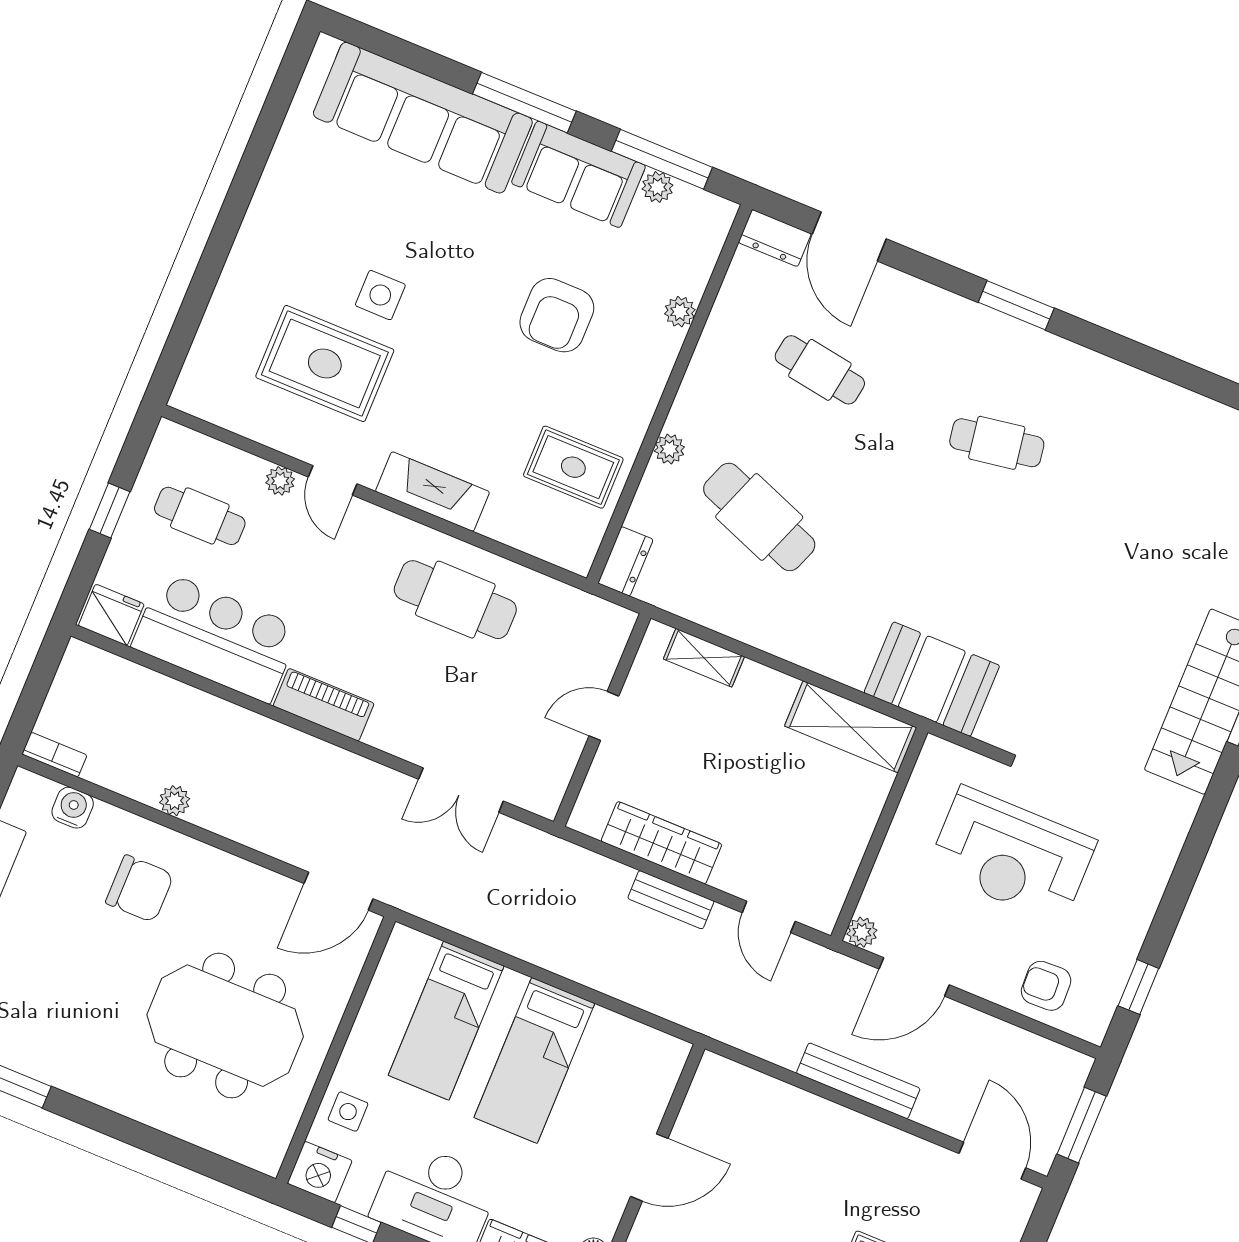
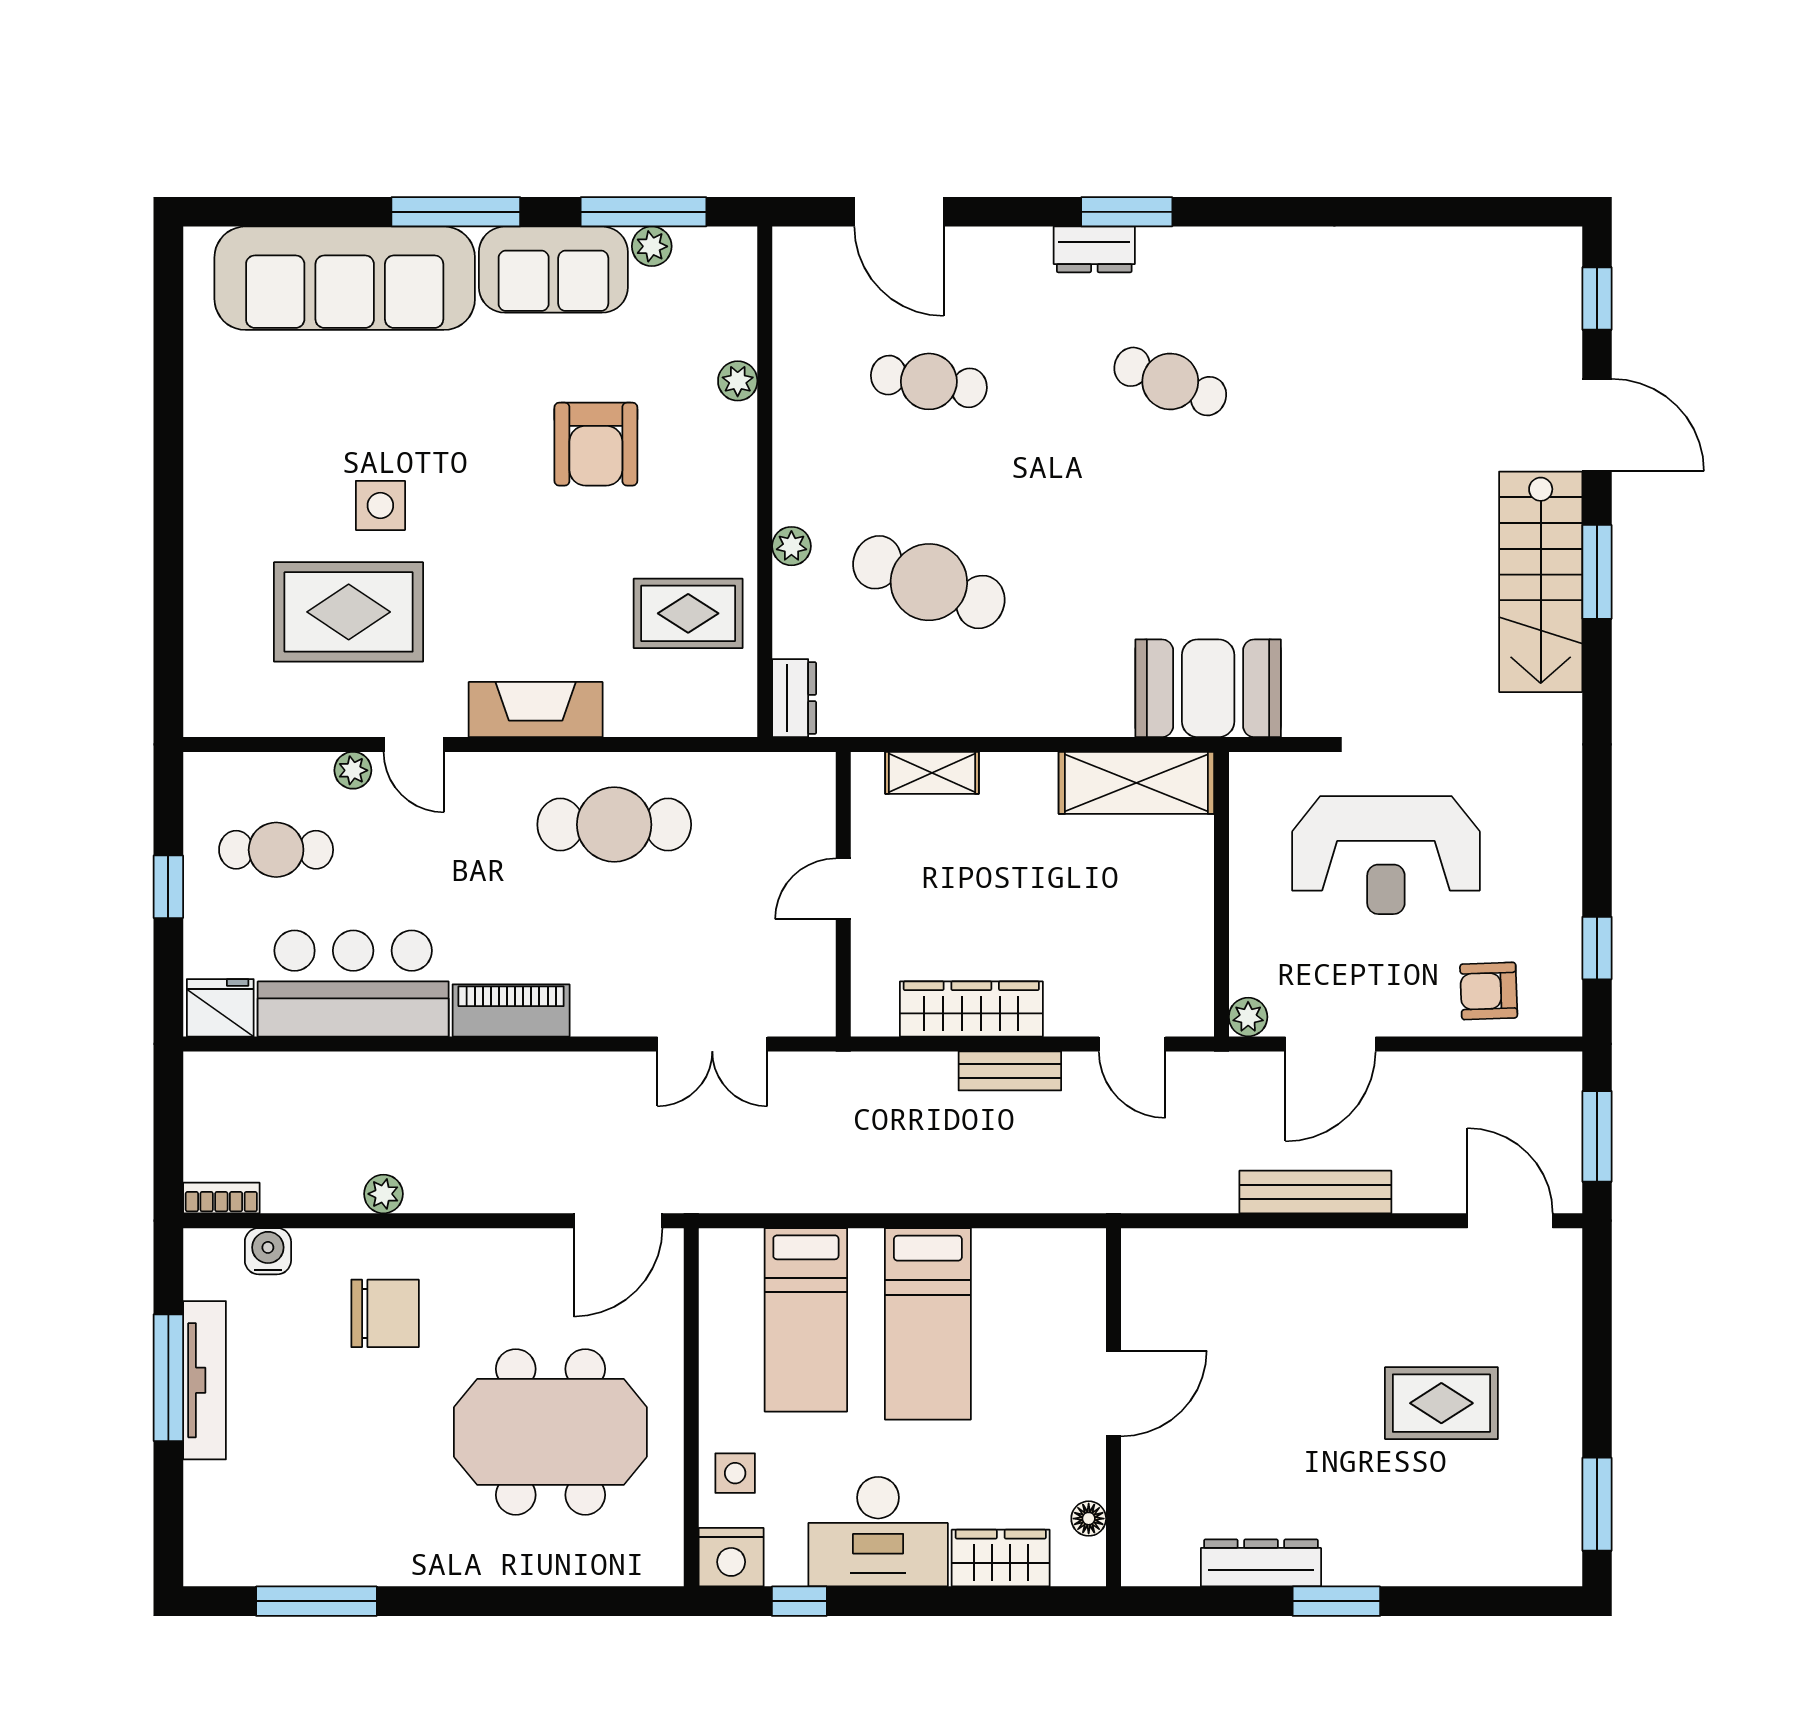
dresser: (775, 238) -> (1094, 249), moved
cafe table: (997, 443) -> (1170, 381), turned 30

